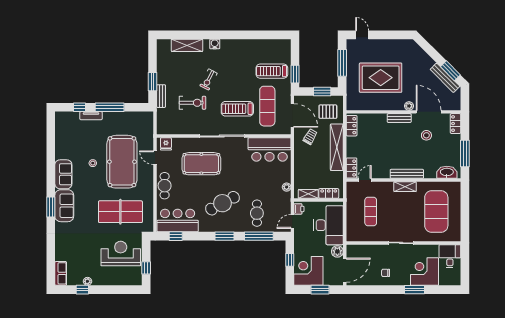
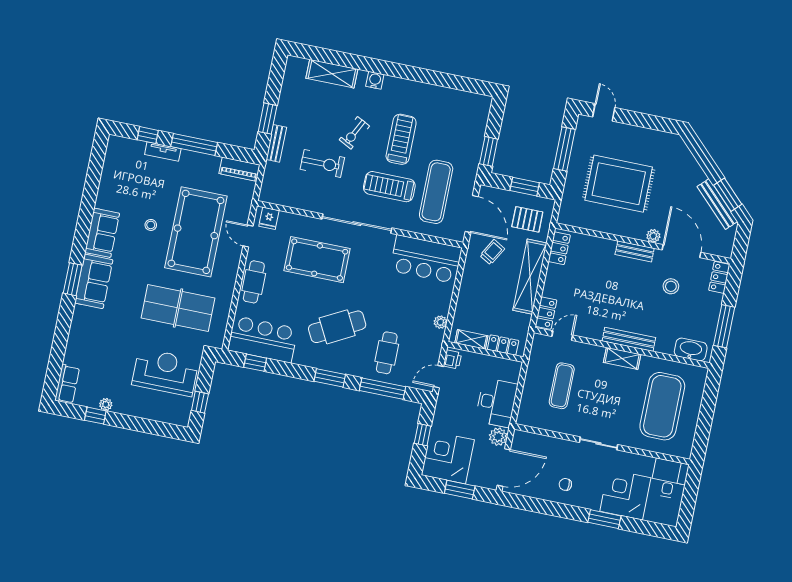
treadmill: (272, 71) -> (401, 139), moved, turned 90
piano: (141, 117) -> (239, 169), added
desk: (329, 225) -> (496, 403), width x0.73, depth x0.77

